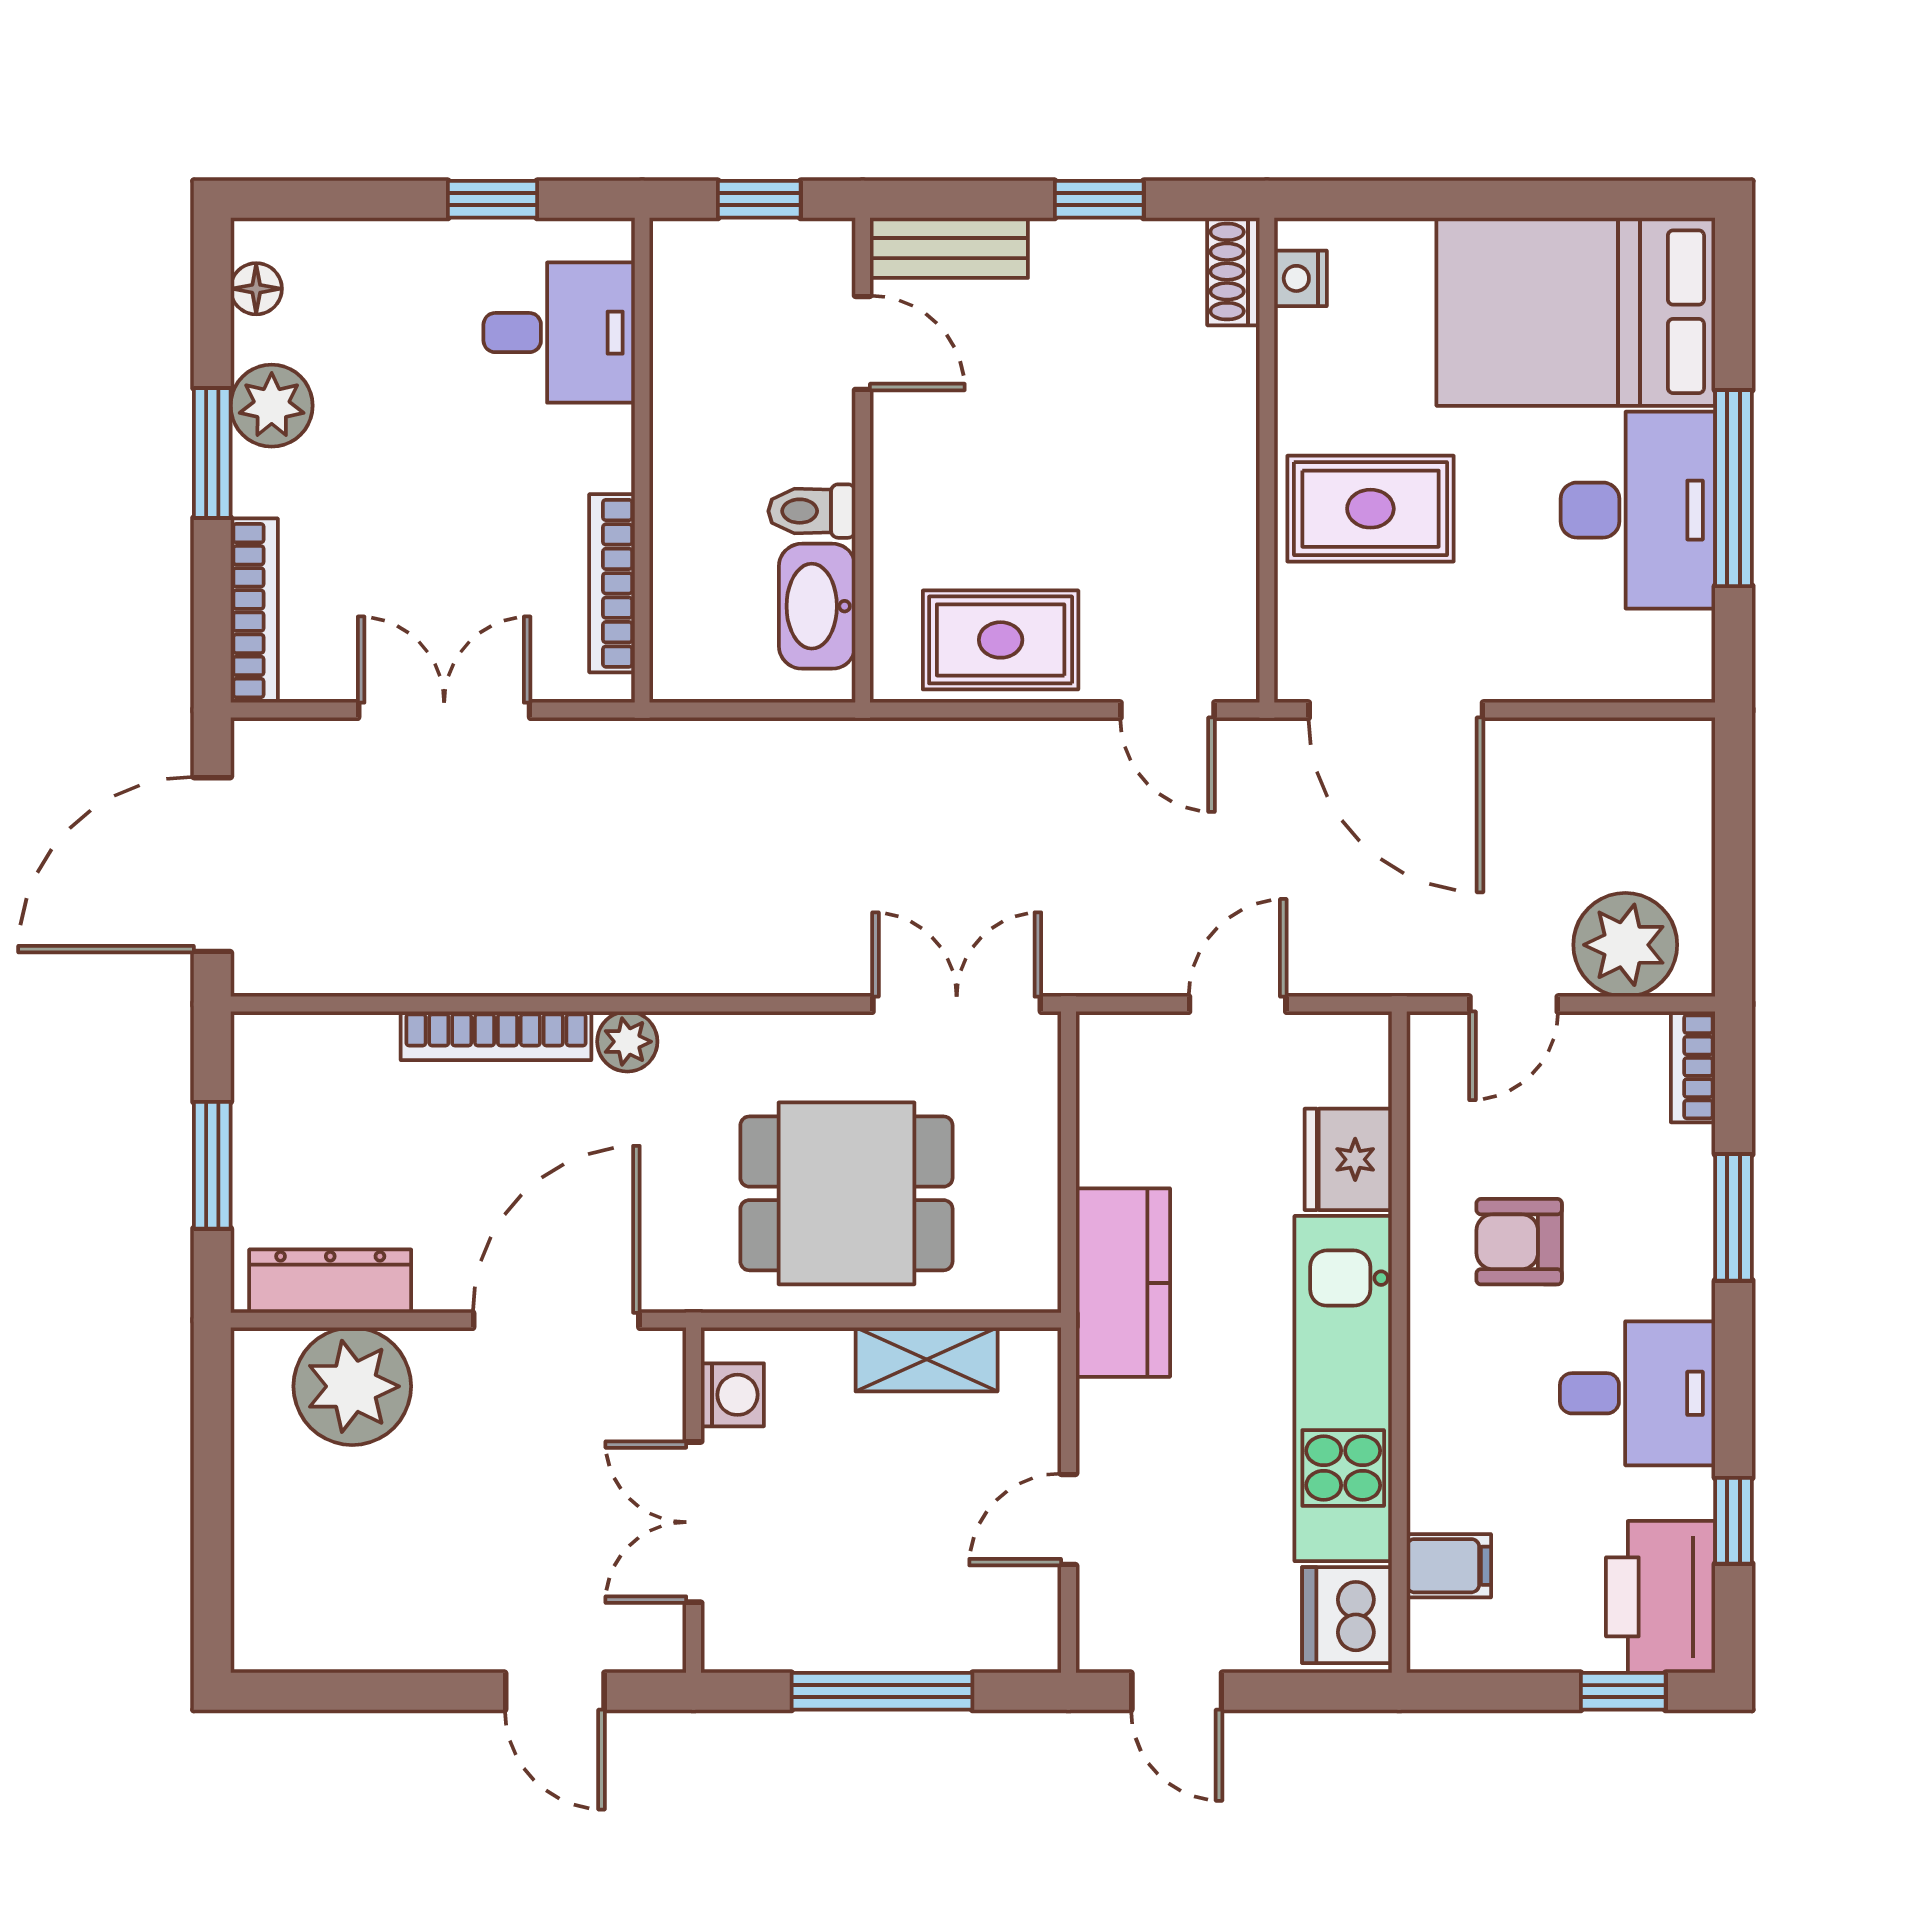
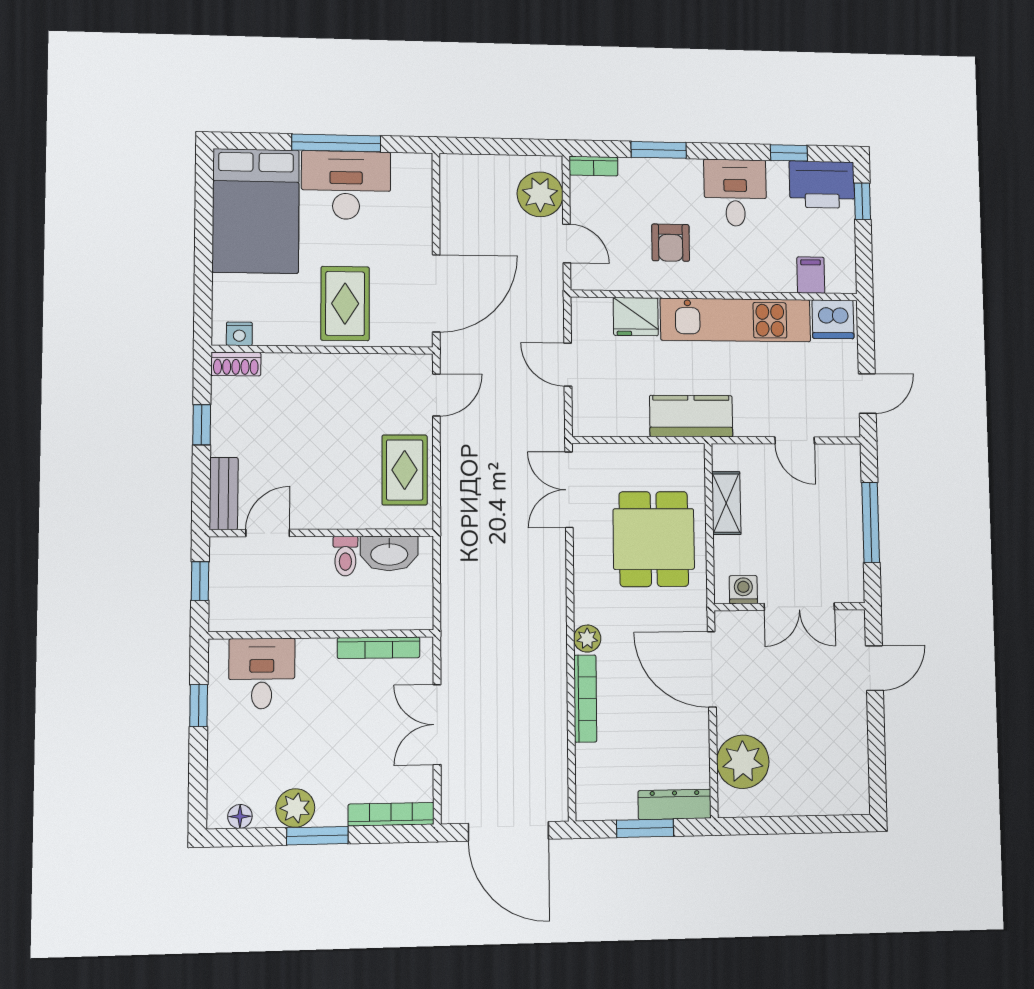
dresser: (330, 1281) -> (675, 804), moved, turned 90

